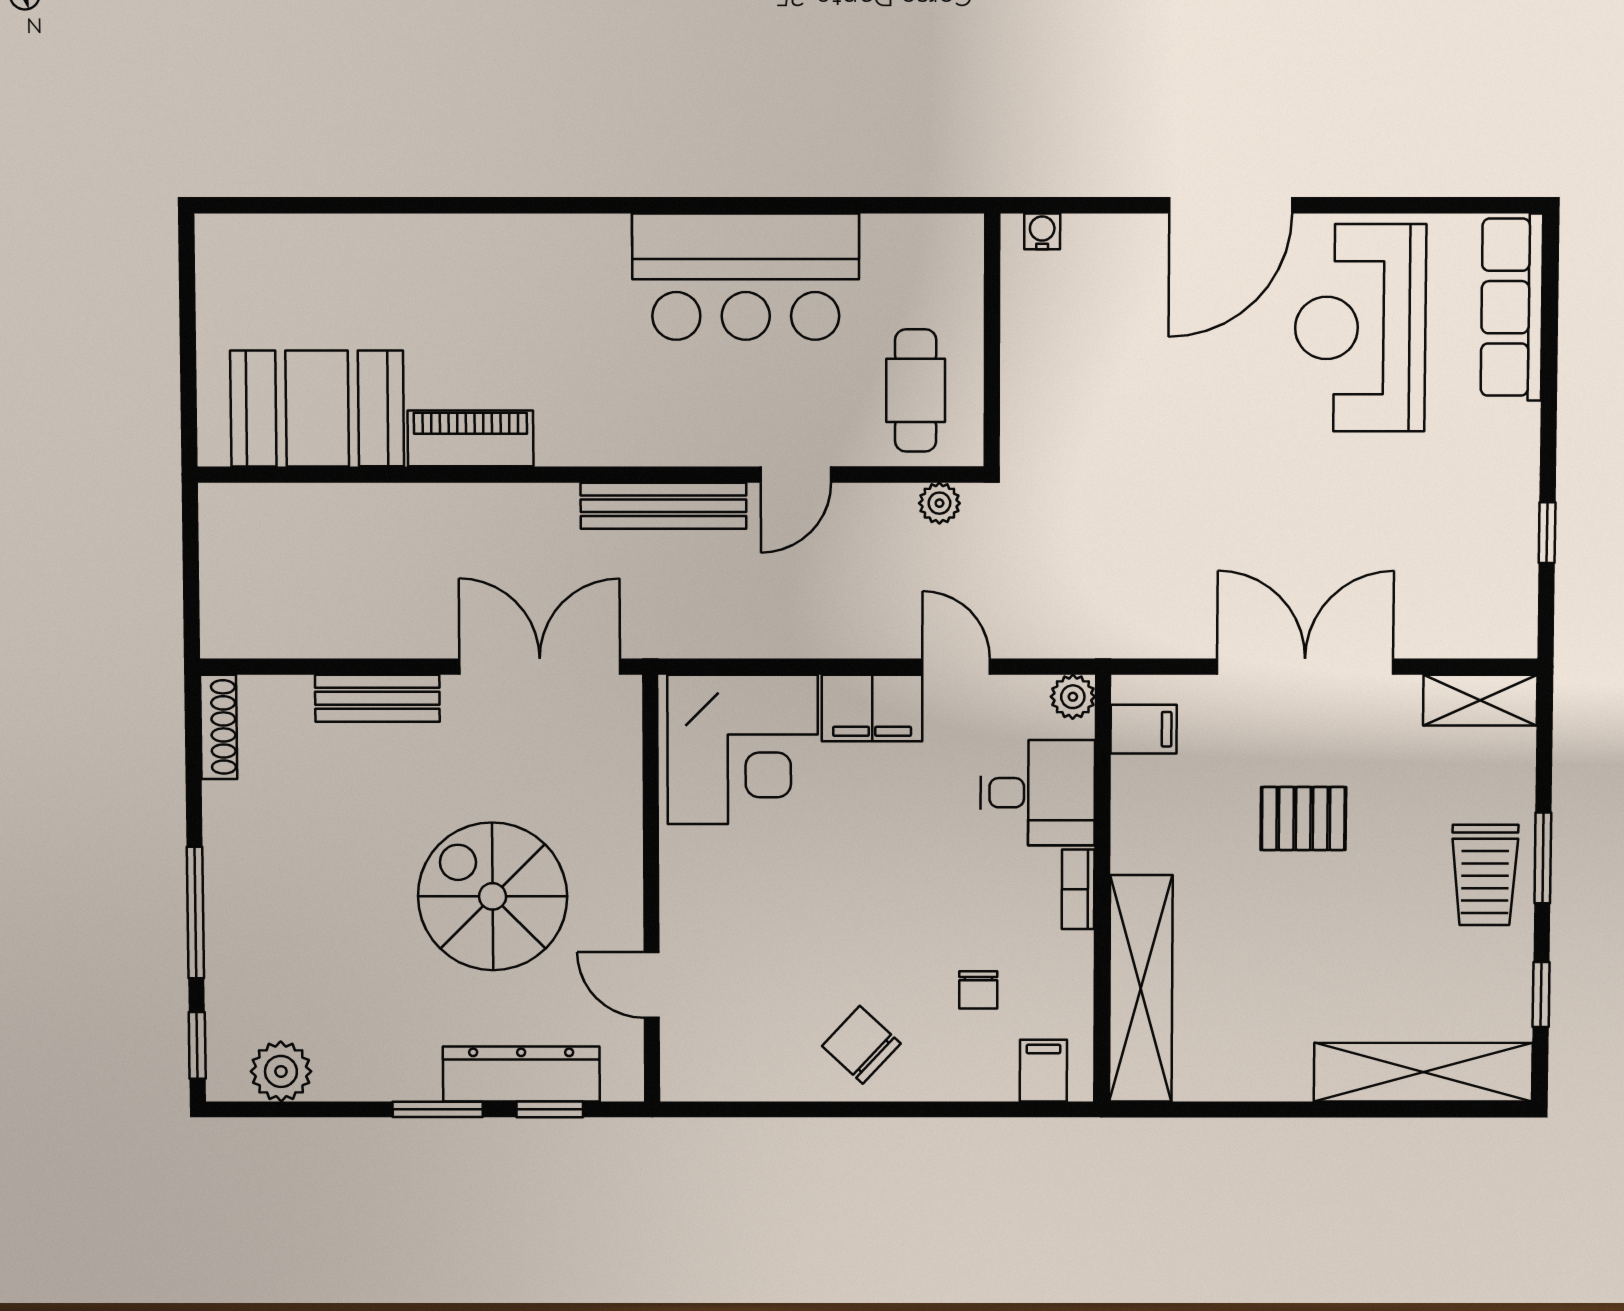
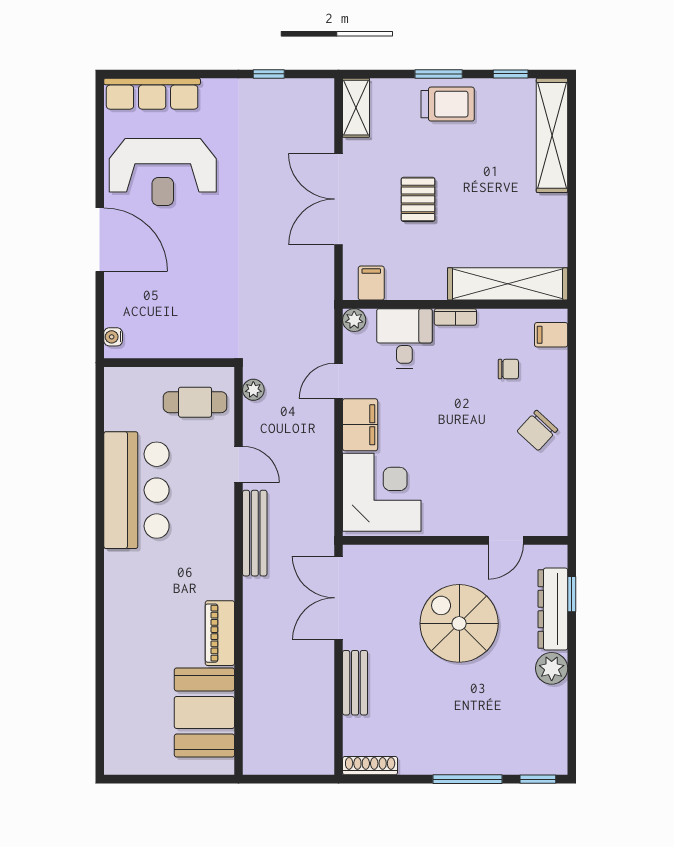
spiral stairs: (493, 896) -> (459, 623), turned 90
plant: (281, 1071) -> (552, 668), moved
window: (438, 1109) -> (572, 653), removed

